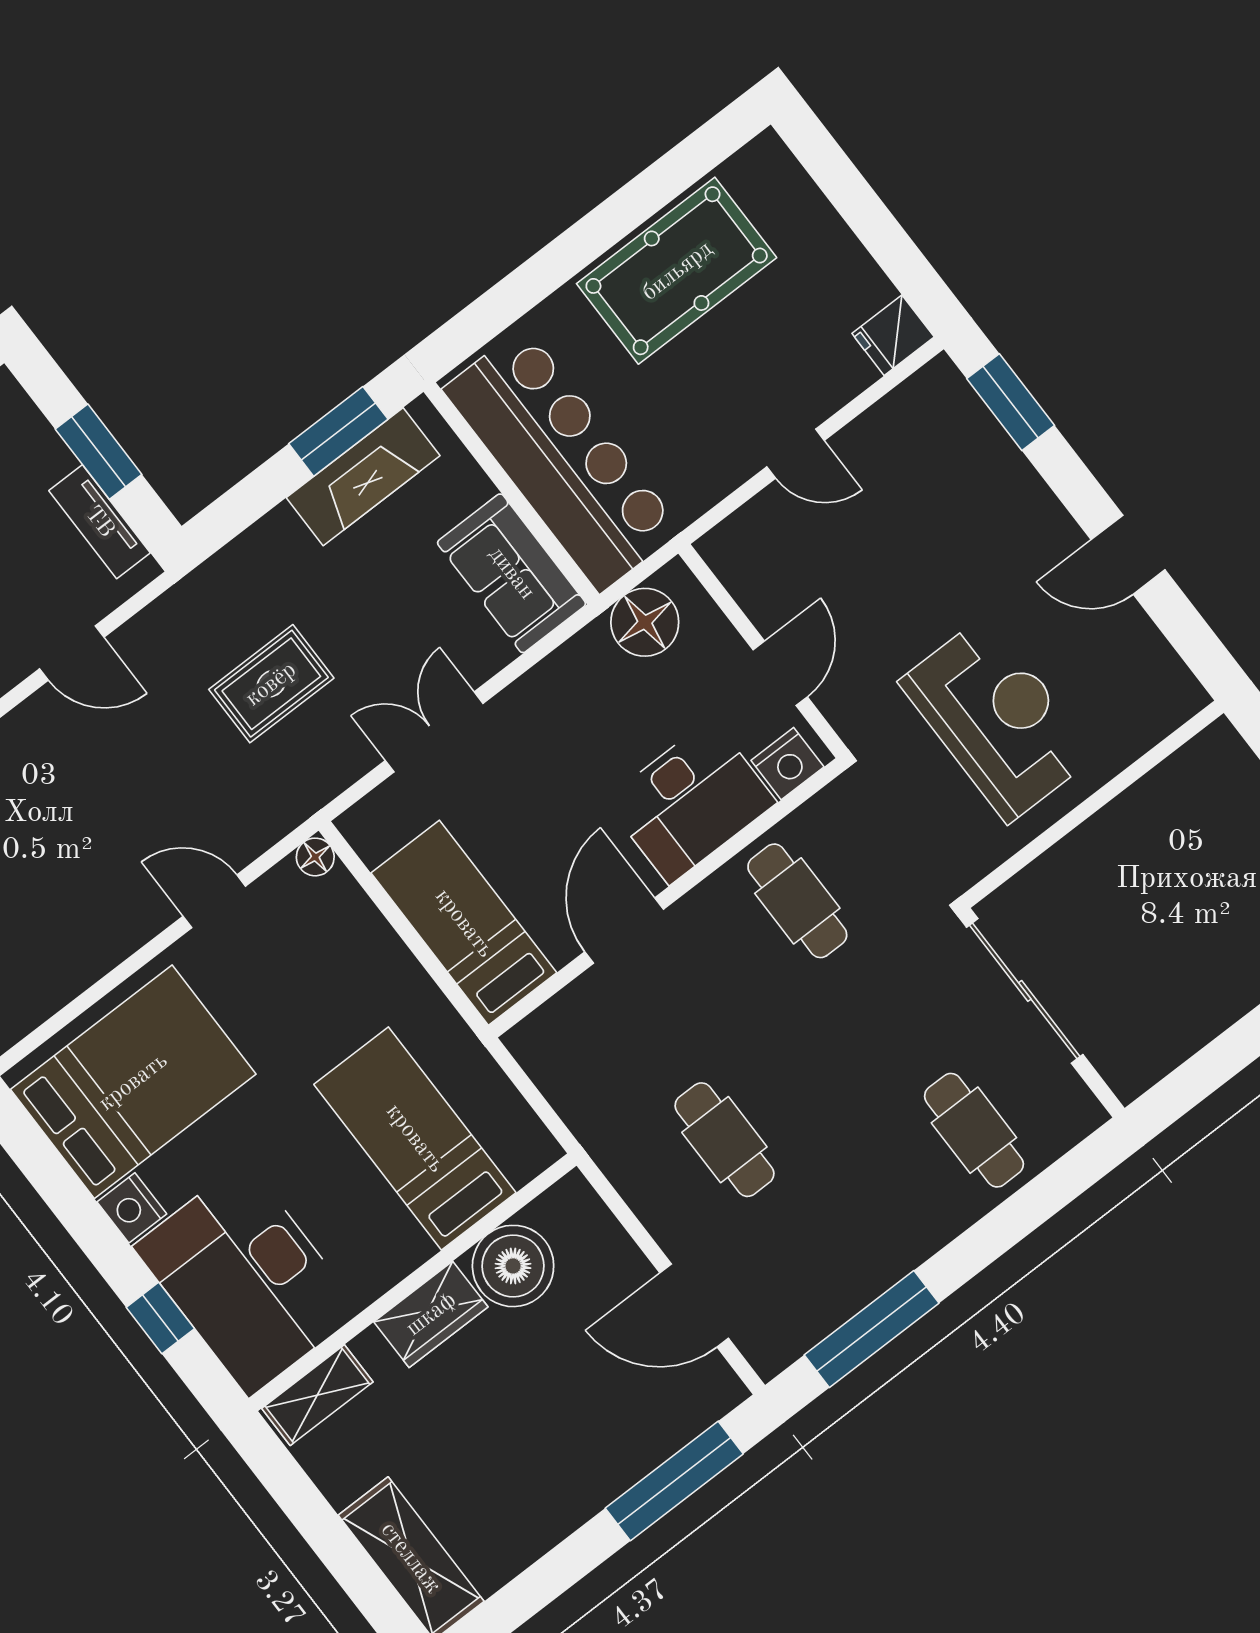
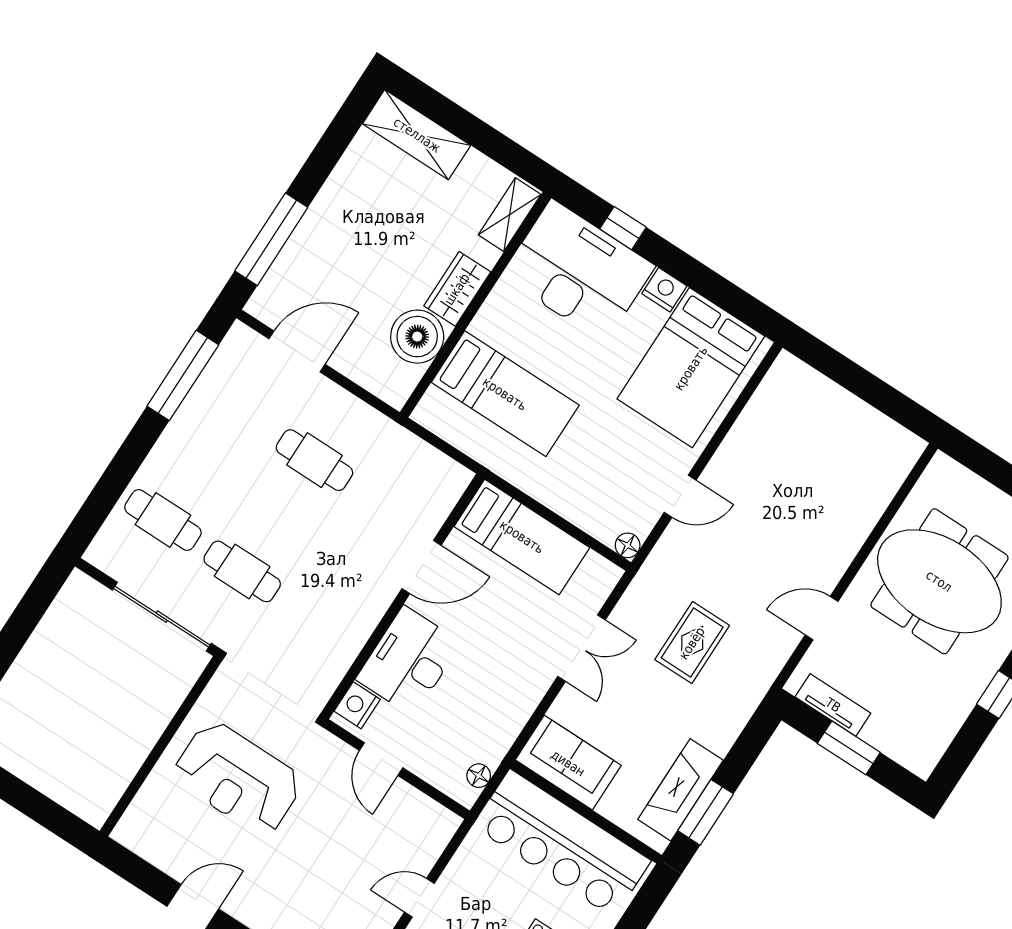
floor lamp: (645, 622) -> (479, 776), width x0.53, depth x0.53
cafe table: (797, 901) -> (242, 571), moved
door: (624, 931) -> (422, 567), hinge flipped

